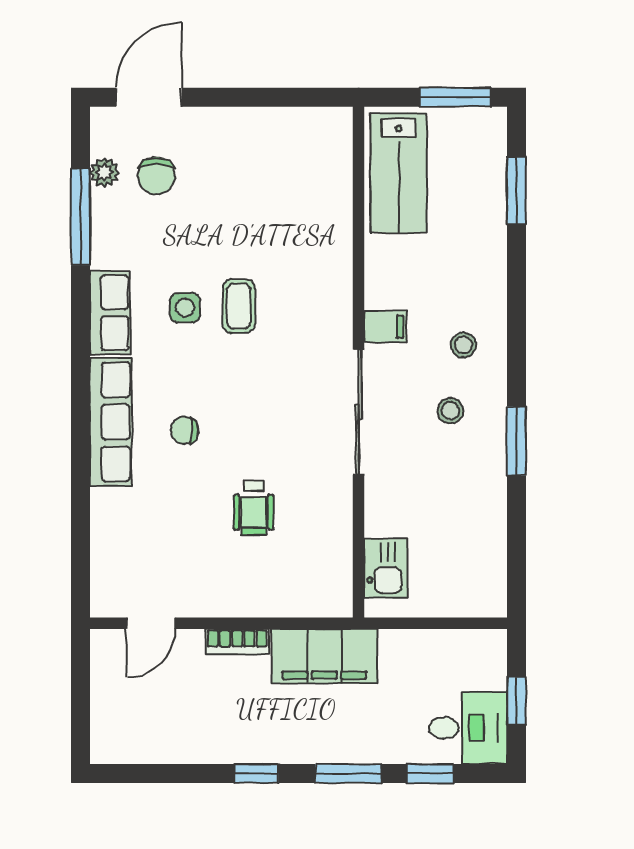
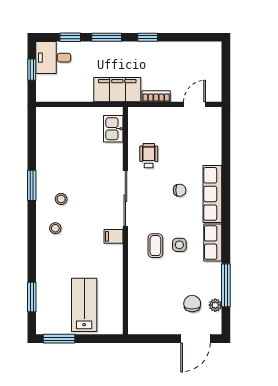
filing cabinet: (385, 327) -> (114, 236), moved
wall: (359, 362) -> (125, 221), moved
sliding door: (359, 412) -> (125, 198), moved
kitchen sink: (386, 568) -> (113, 129), moved

